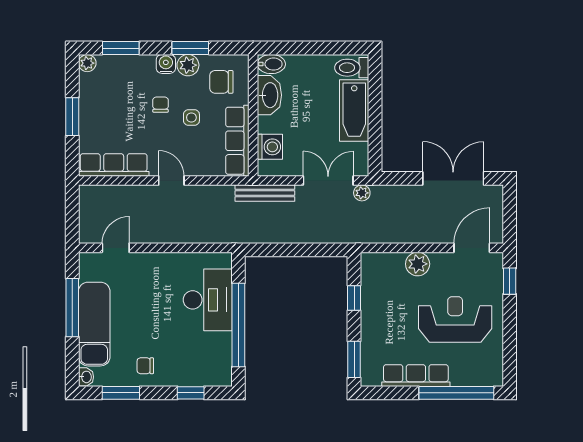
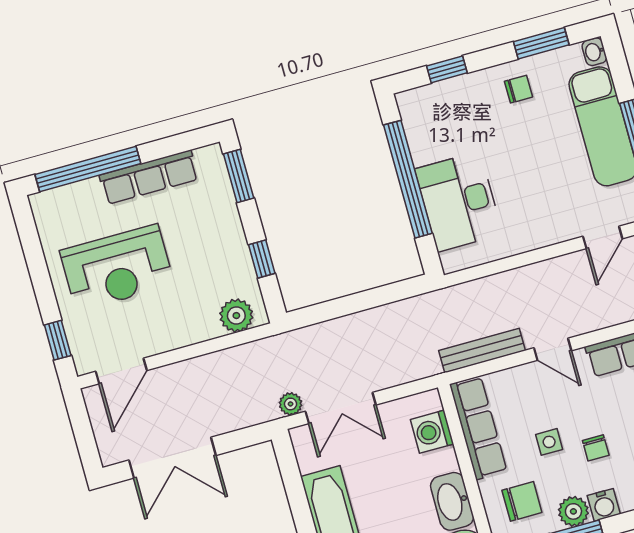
bench: (265, 193) -> (482, 351), moved
plant: (418, 264) -> (236, 316), moved

